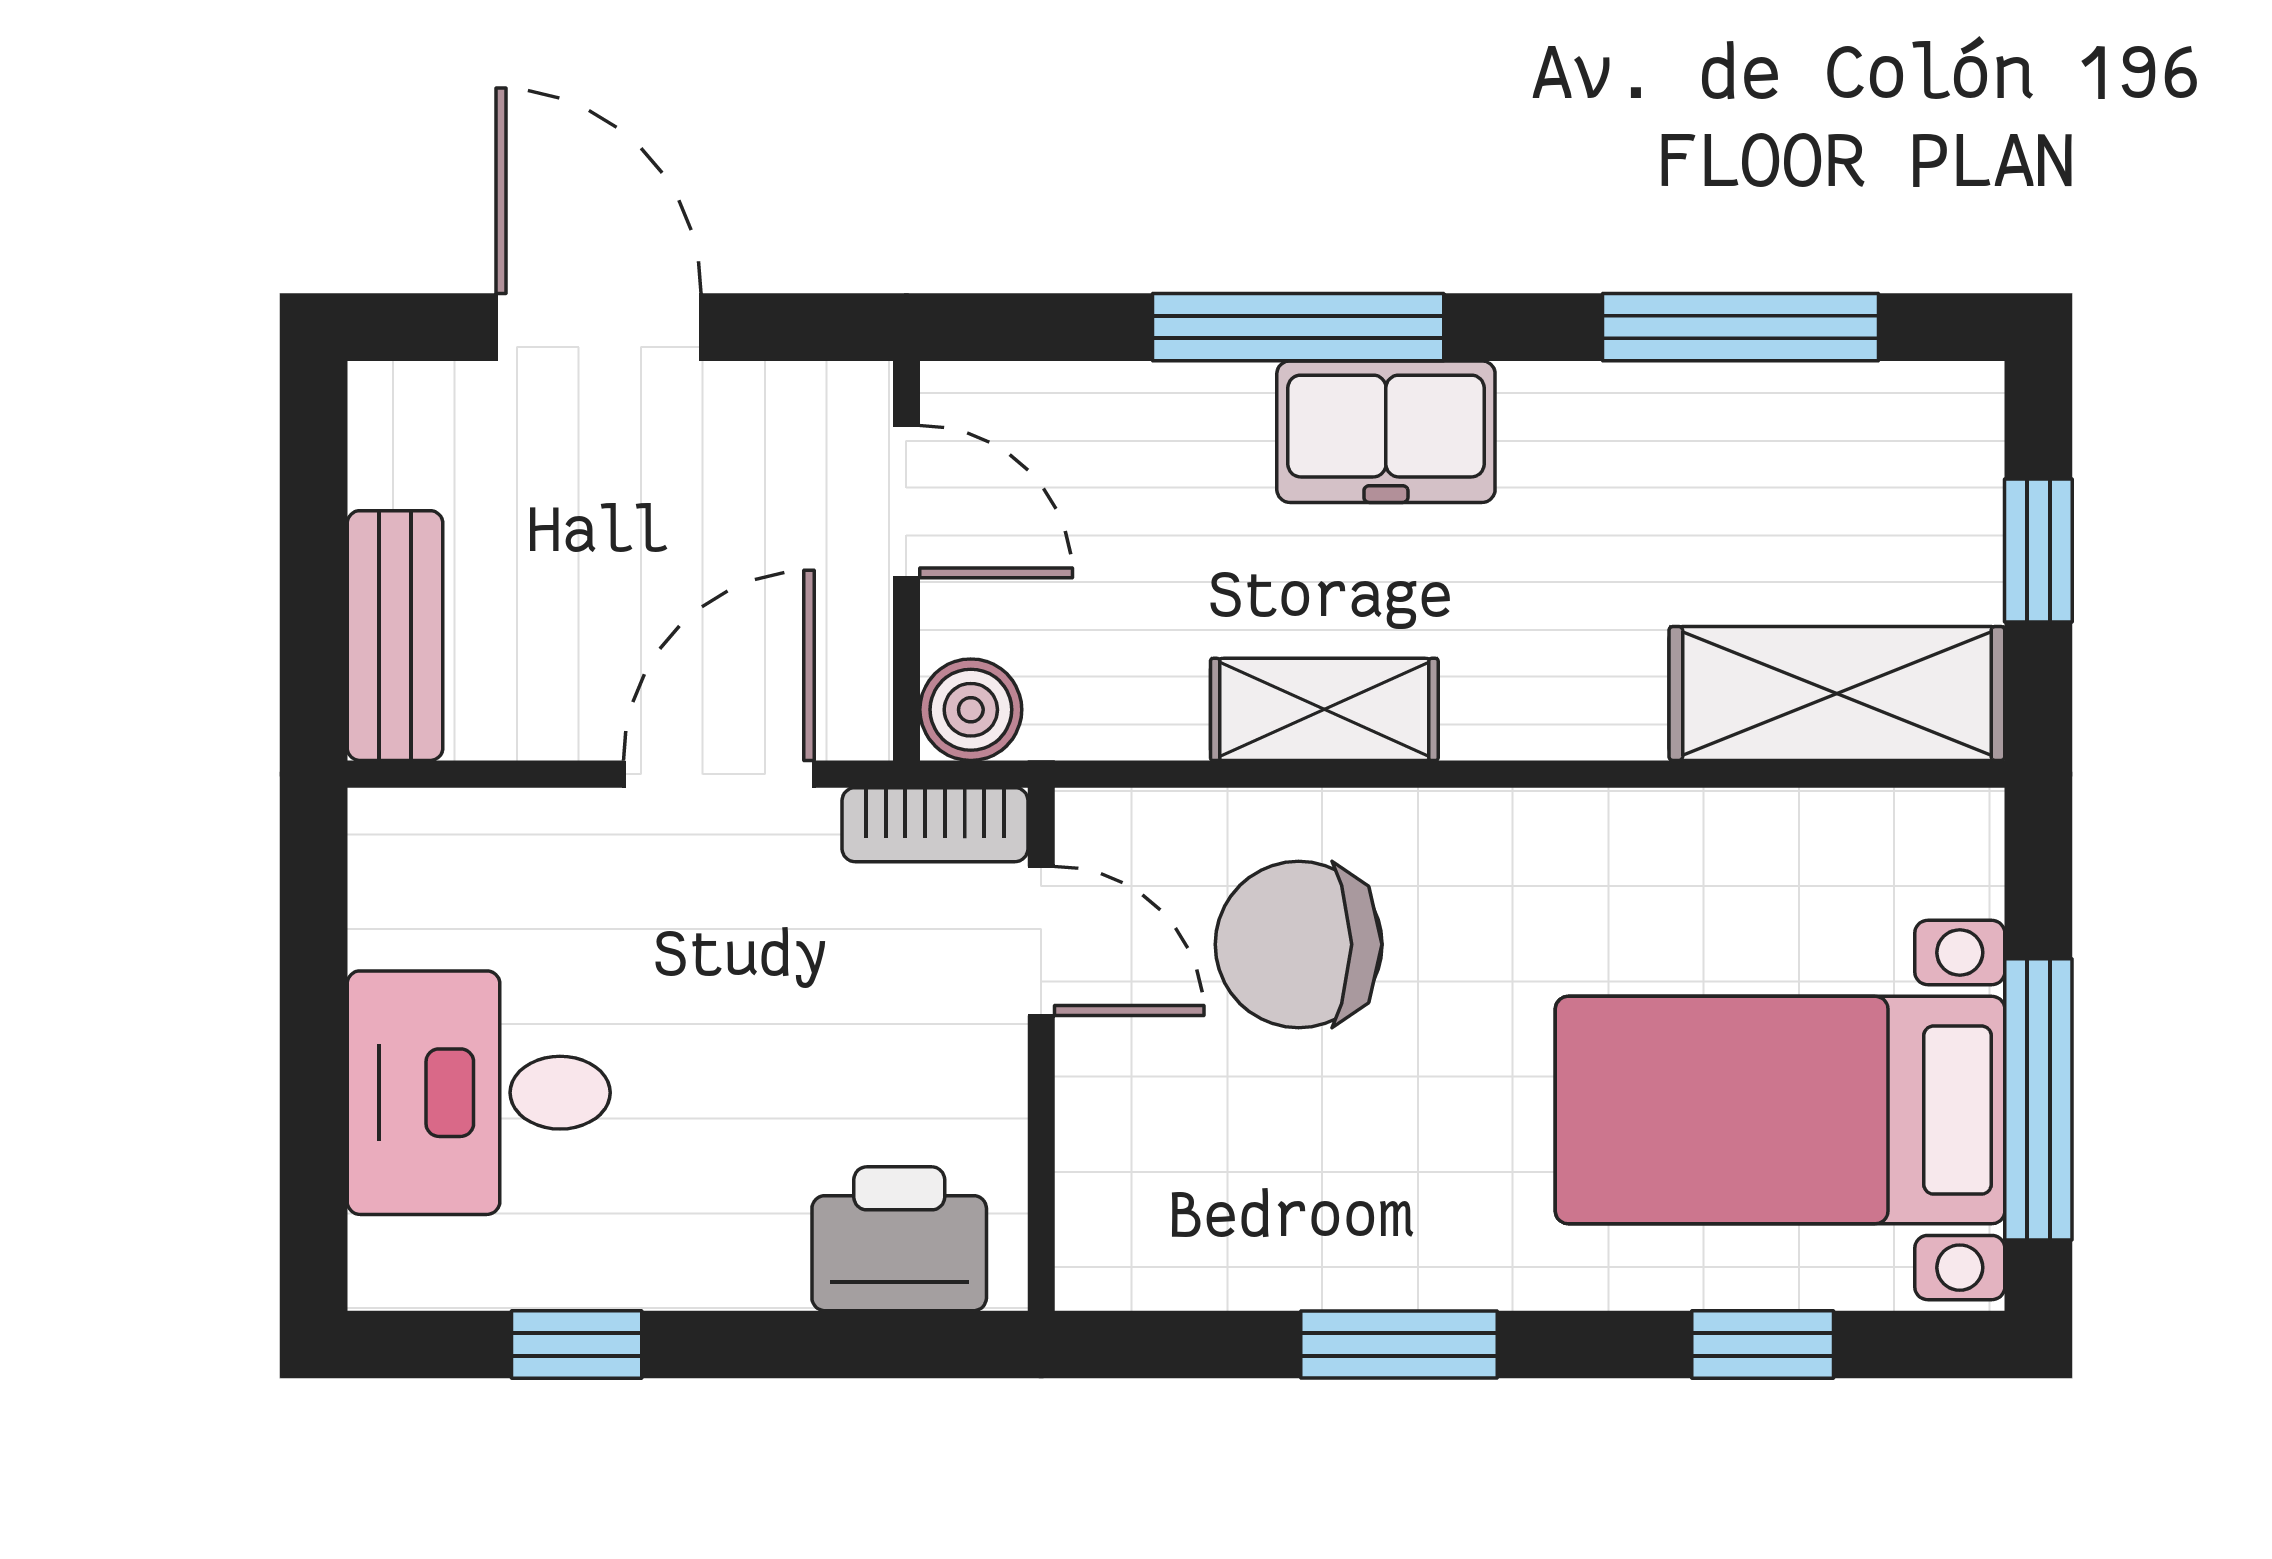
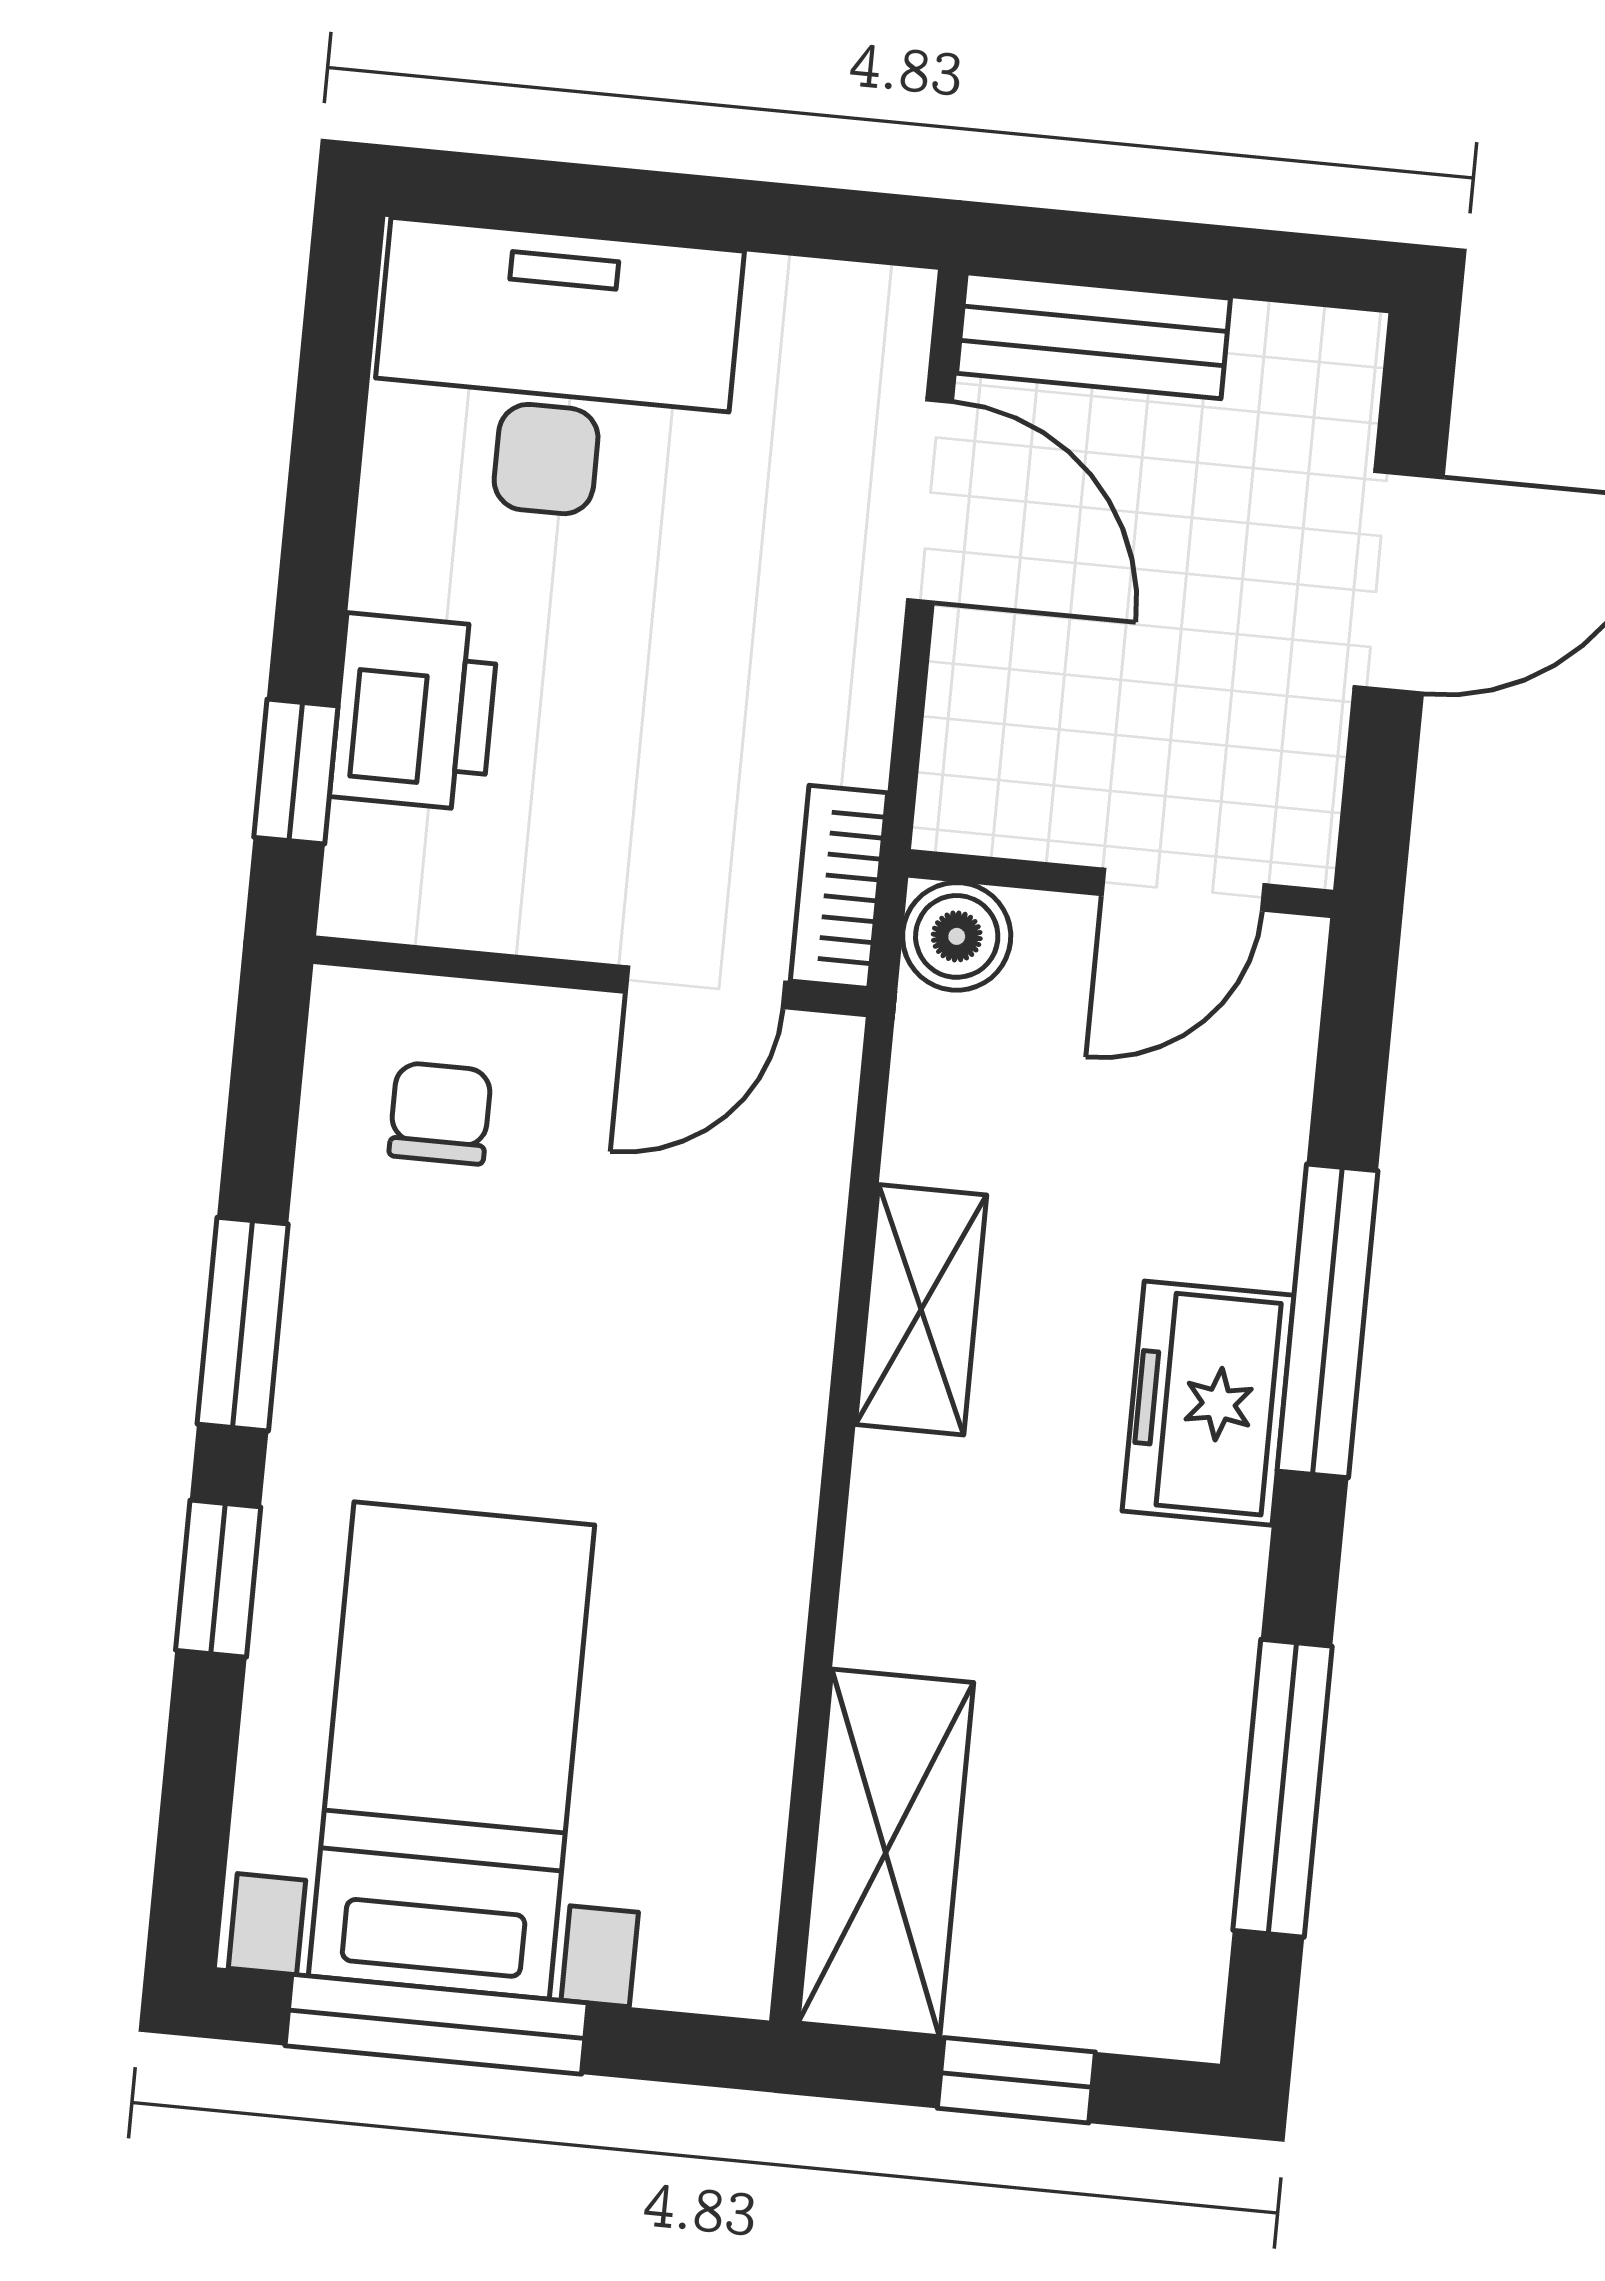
door: (719, 774) -> (930, 501), moved
chair: (1299, 944) -> (440, 1113), moved, width x0.54, depth x0.54
desk: (479, 1093) -> (554, 373), width x1.37
printer: (899, 1239) -> (414, 712), moved
window: (577, 1345) -> (296, 772), moved
window: (1763, 1345) -> (218, 1579), moved

